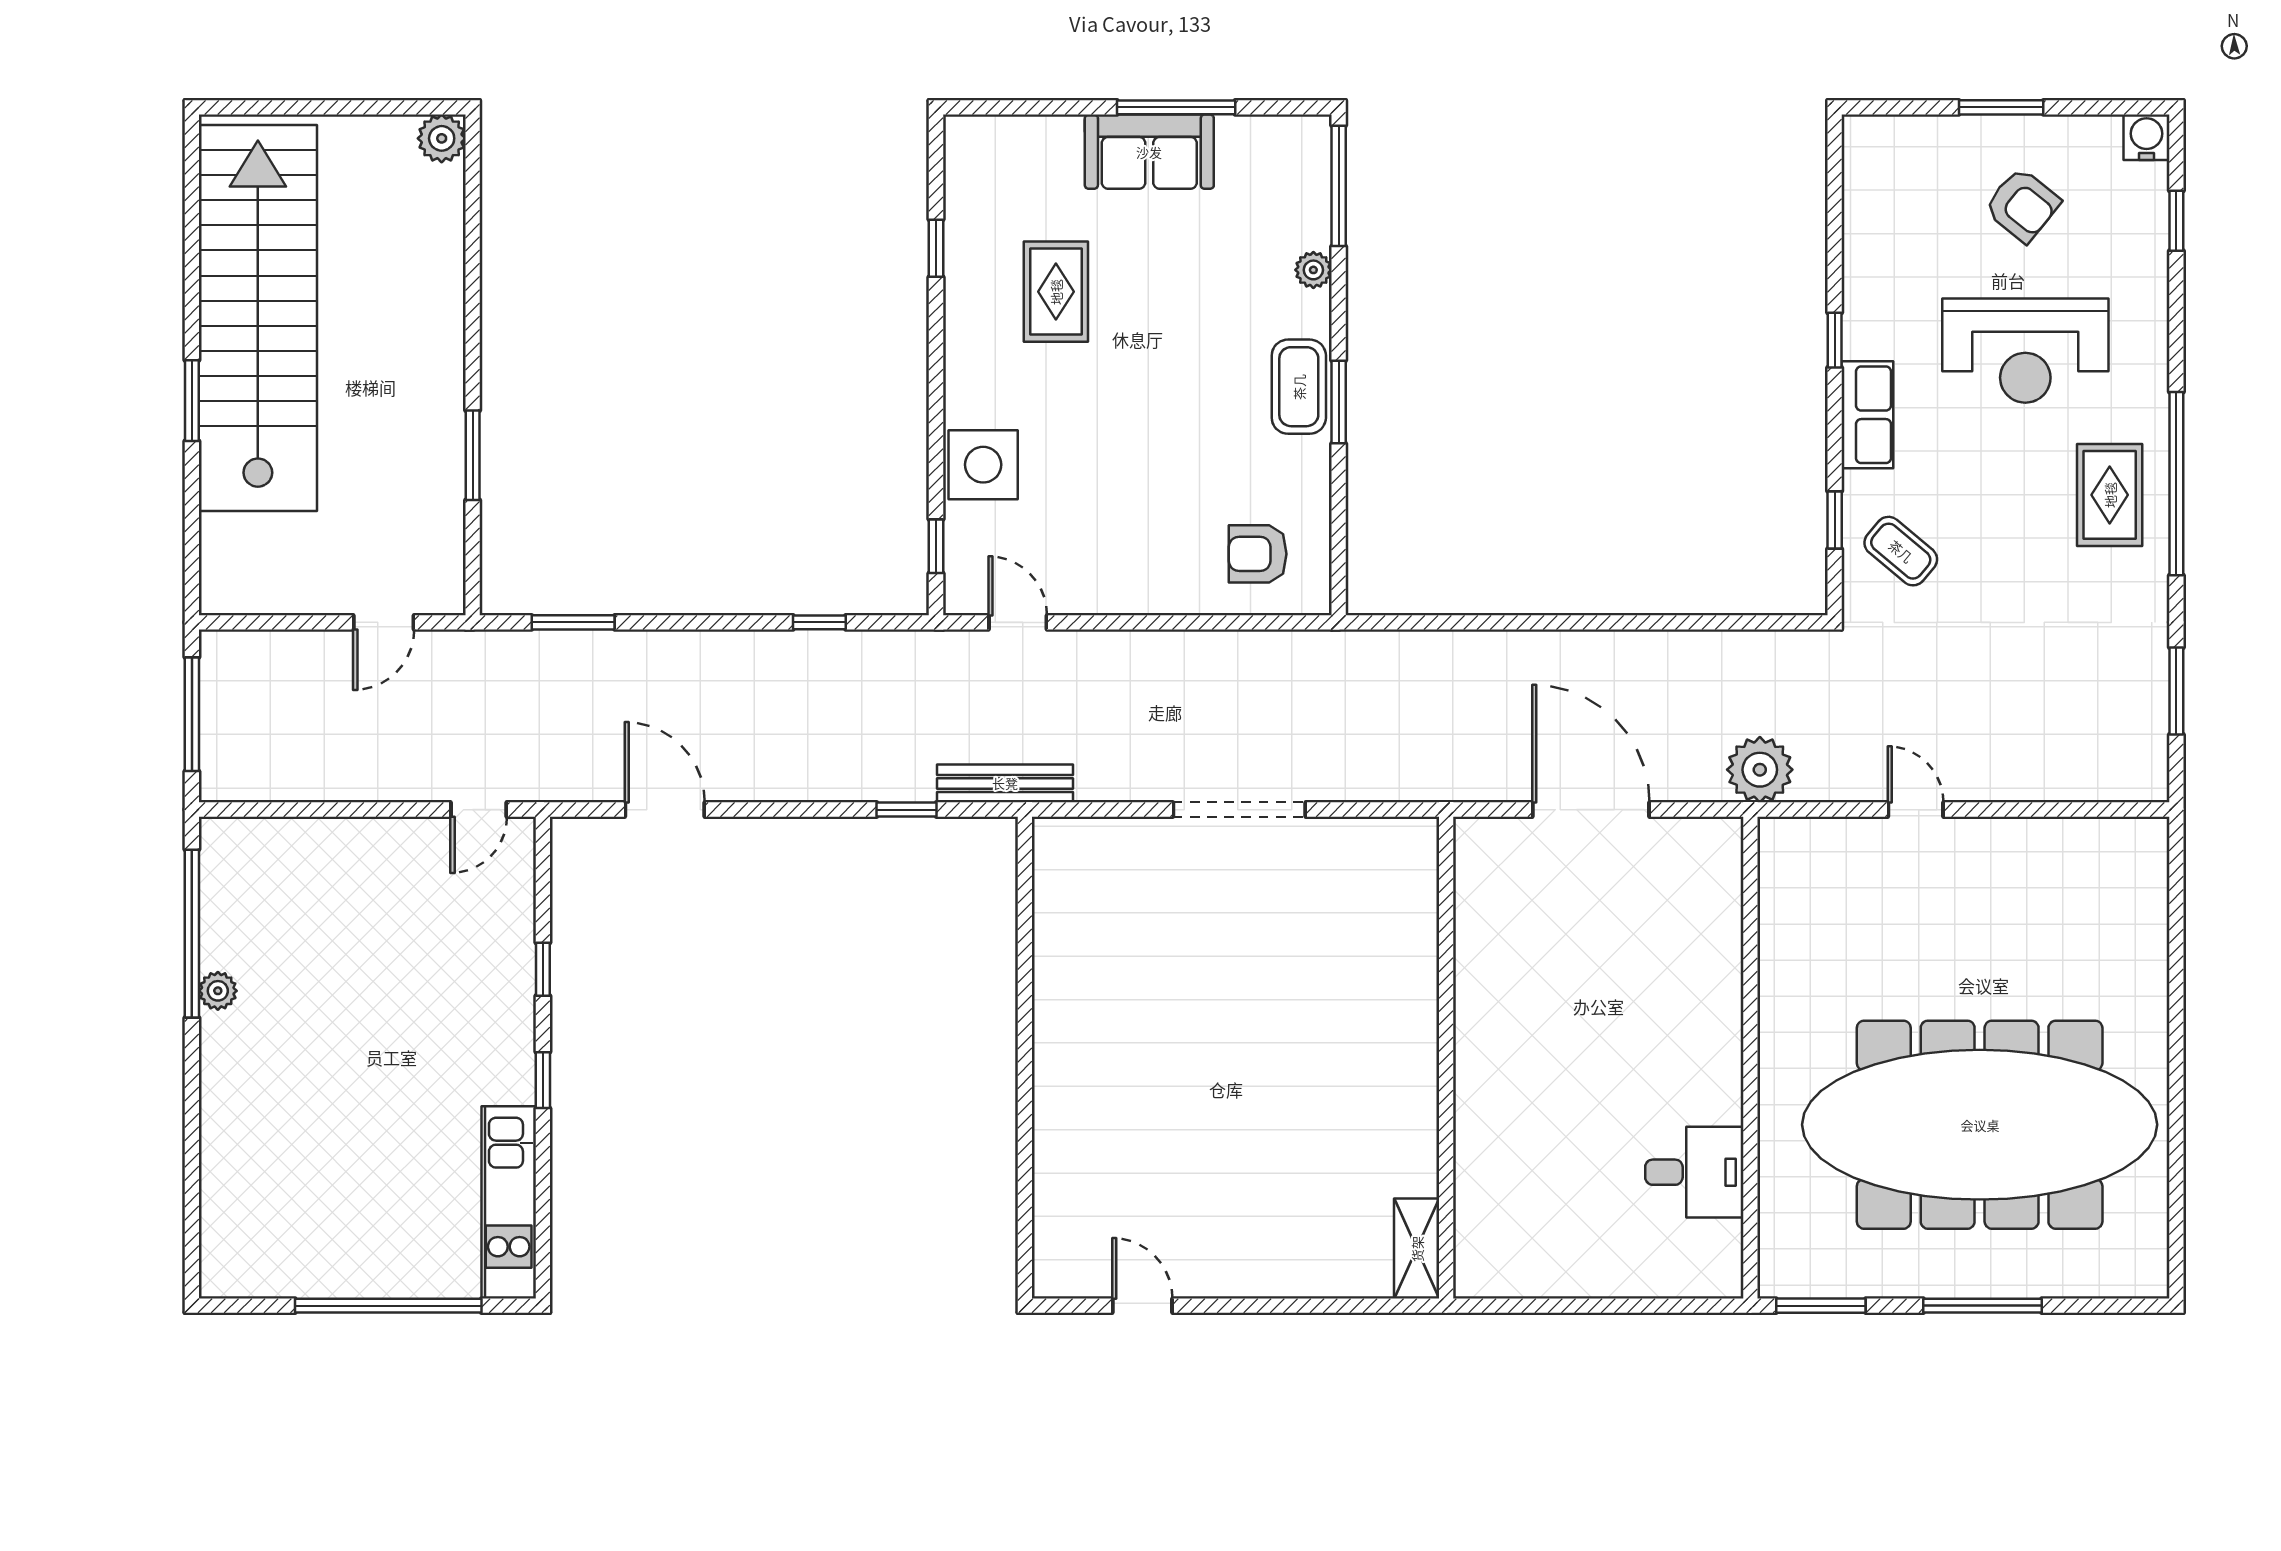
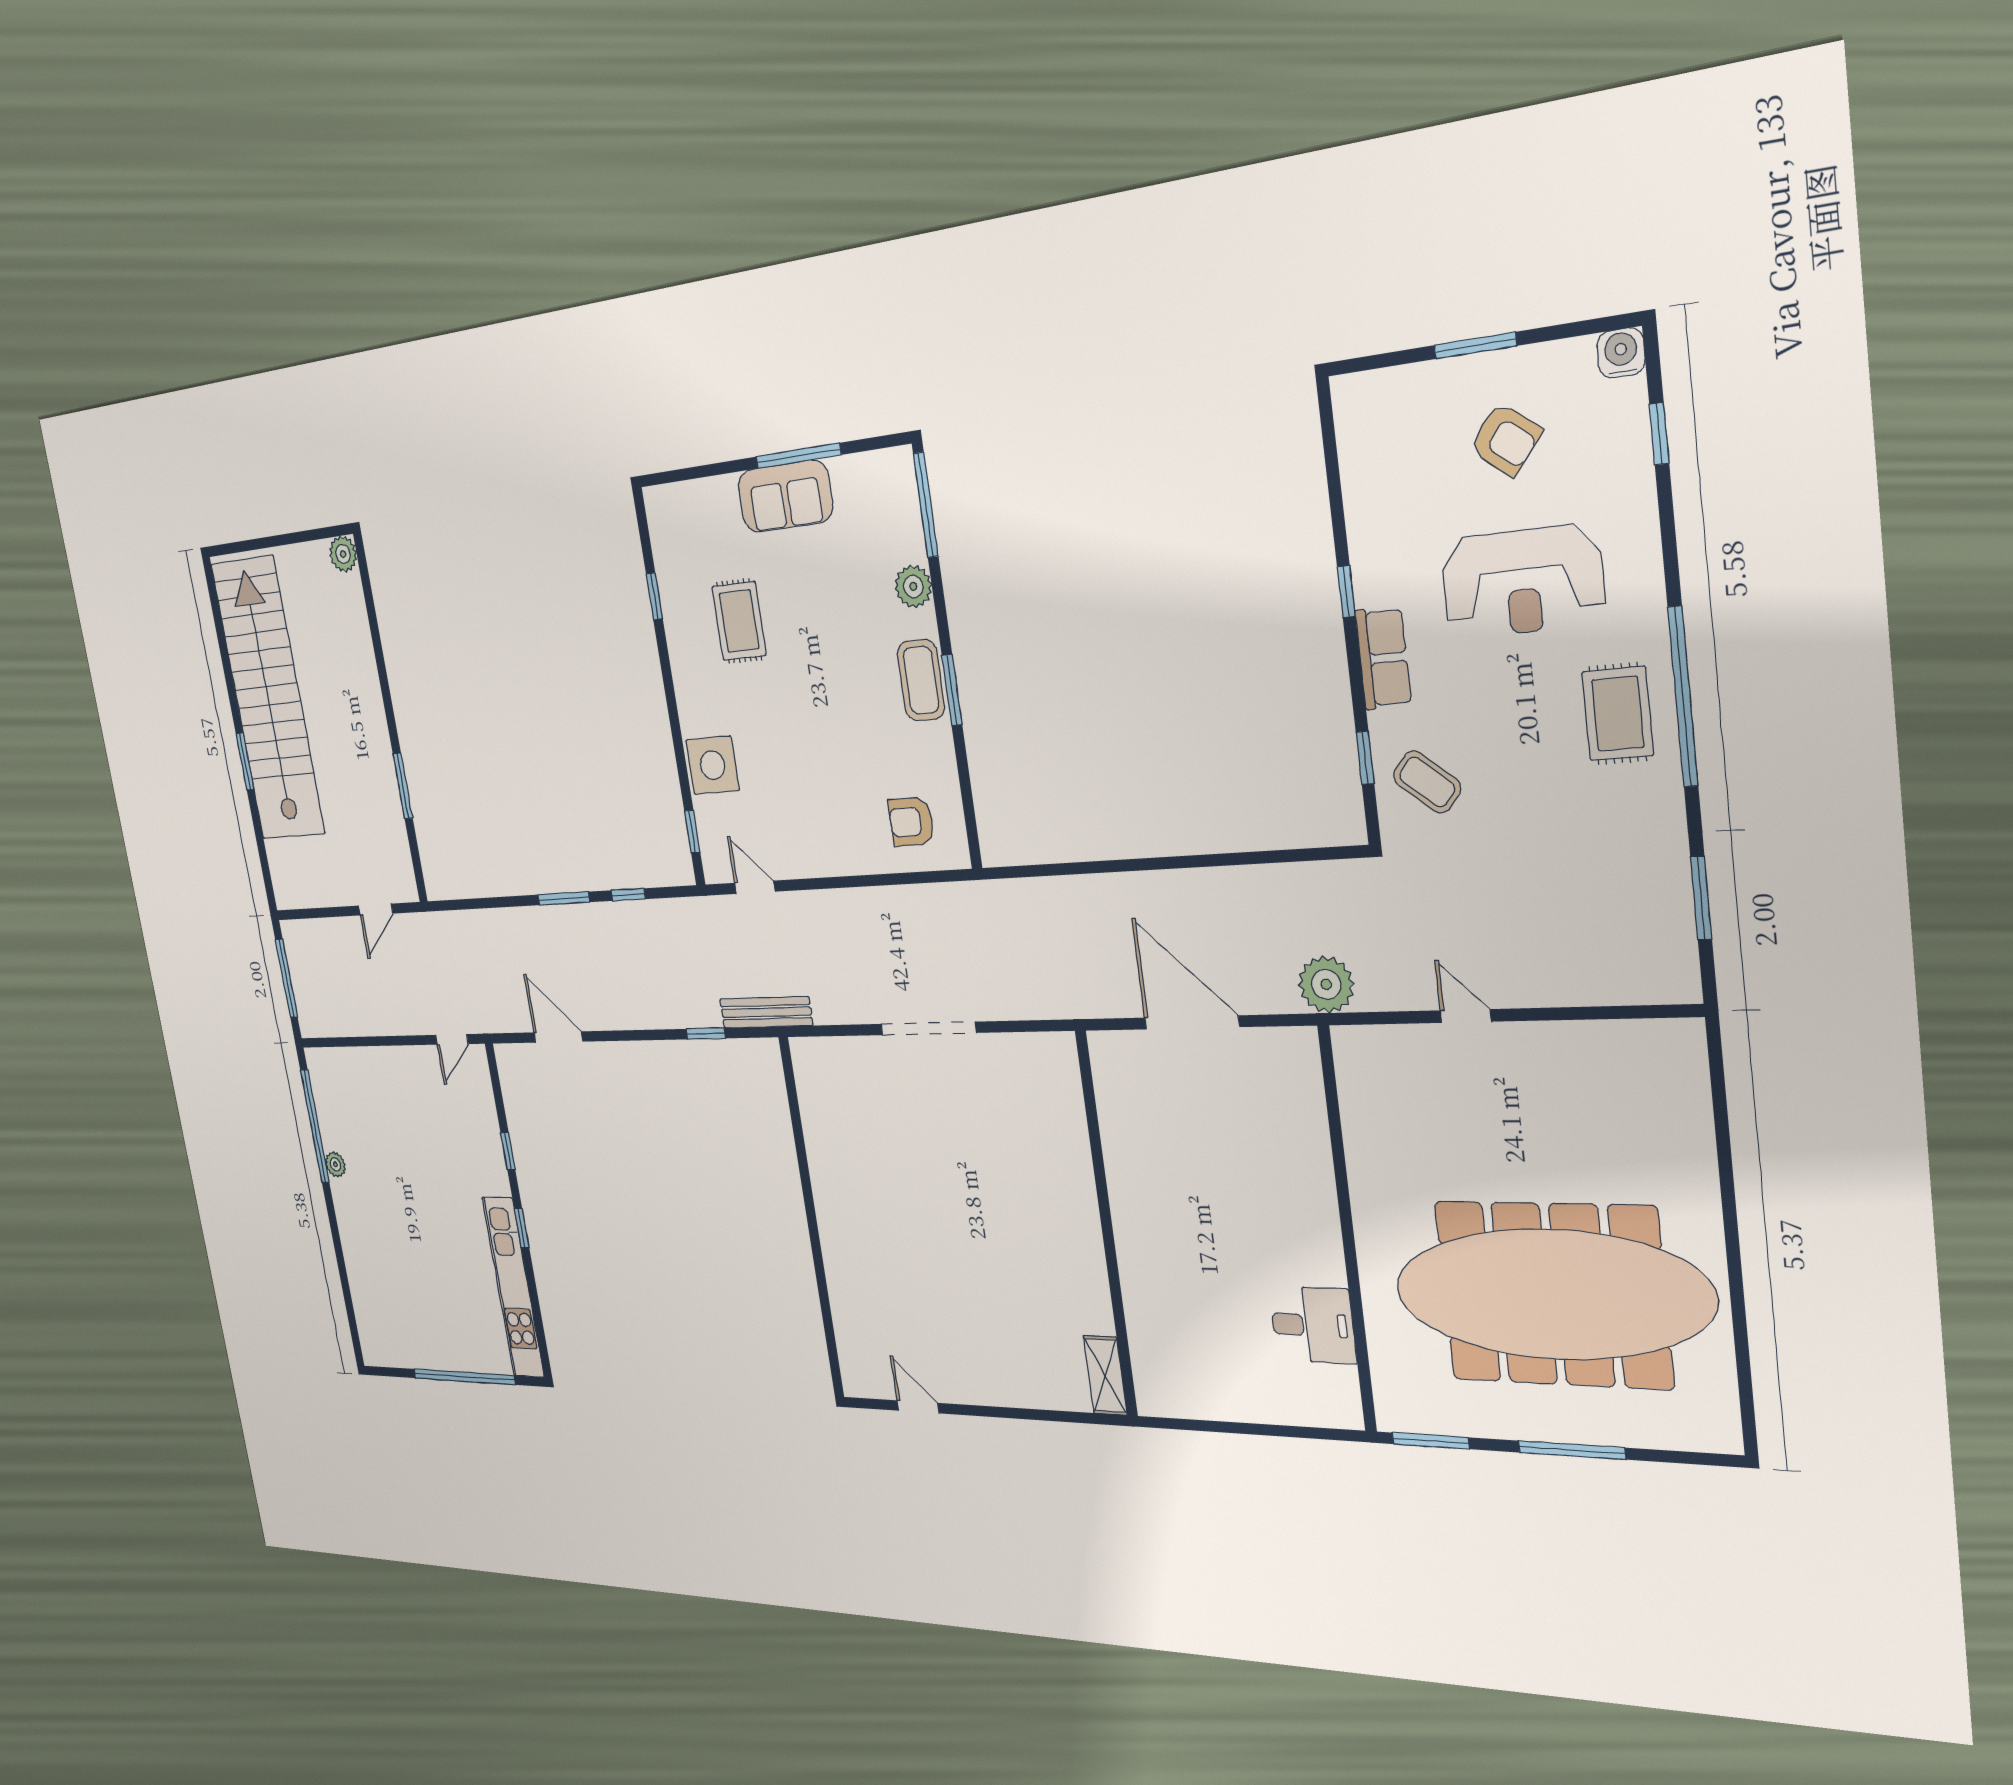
plant: (1313, 270) -> (913, 586), width x1.38, depth x1.38
window: (573, 622) -> (564, 898), moved
kitchen unit: (509, 1202) -> (513, 1288), width x1.36

